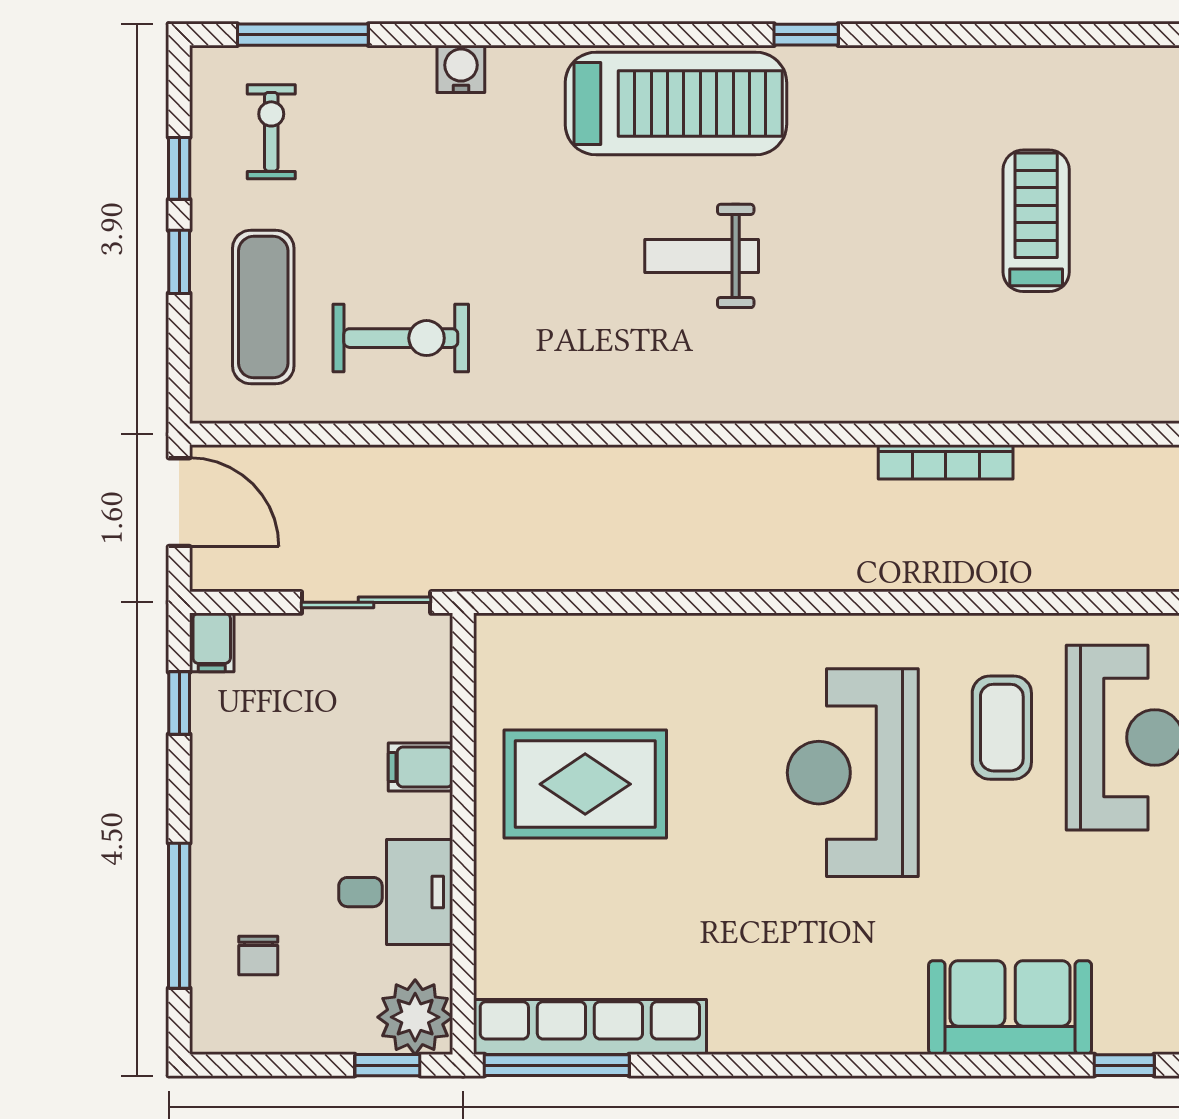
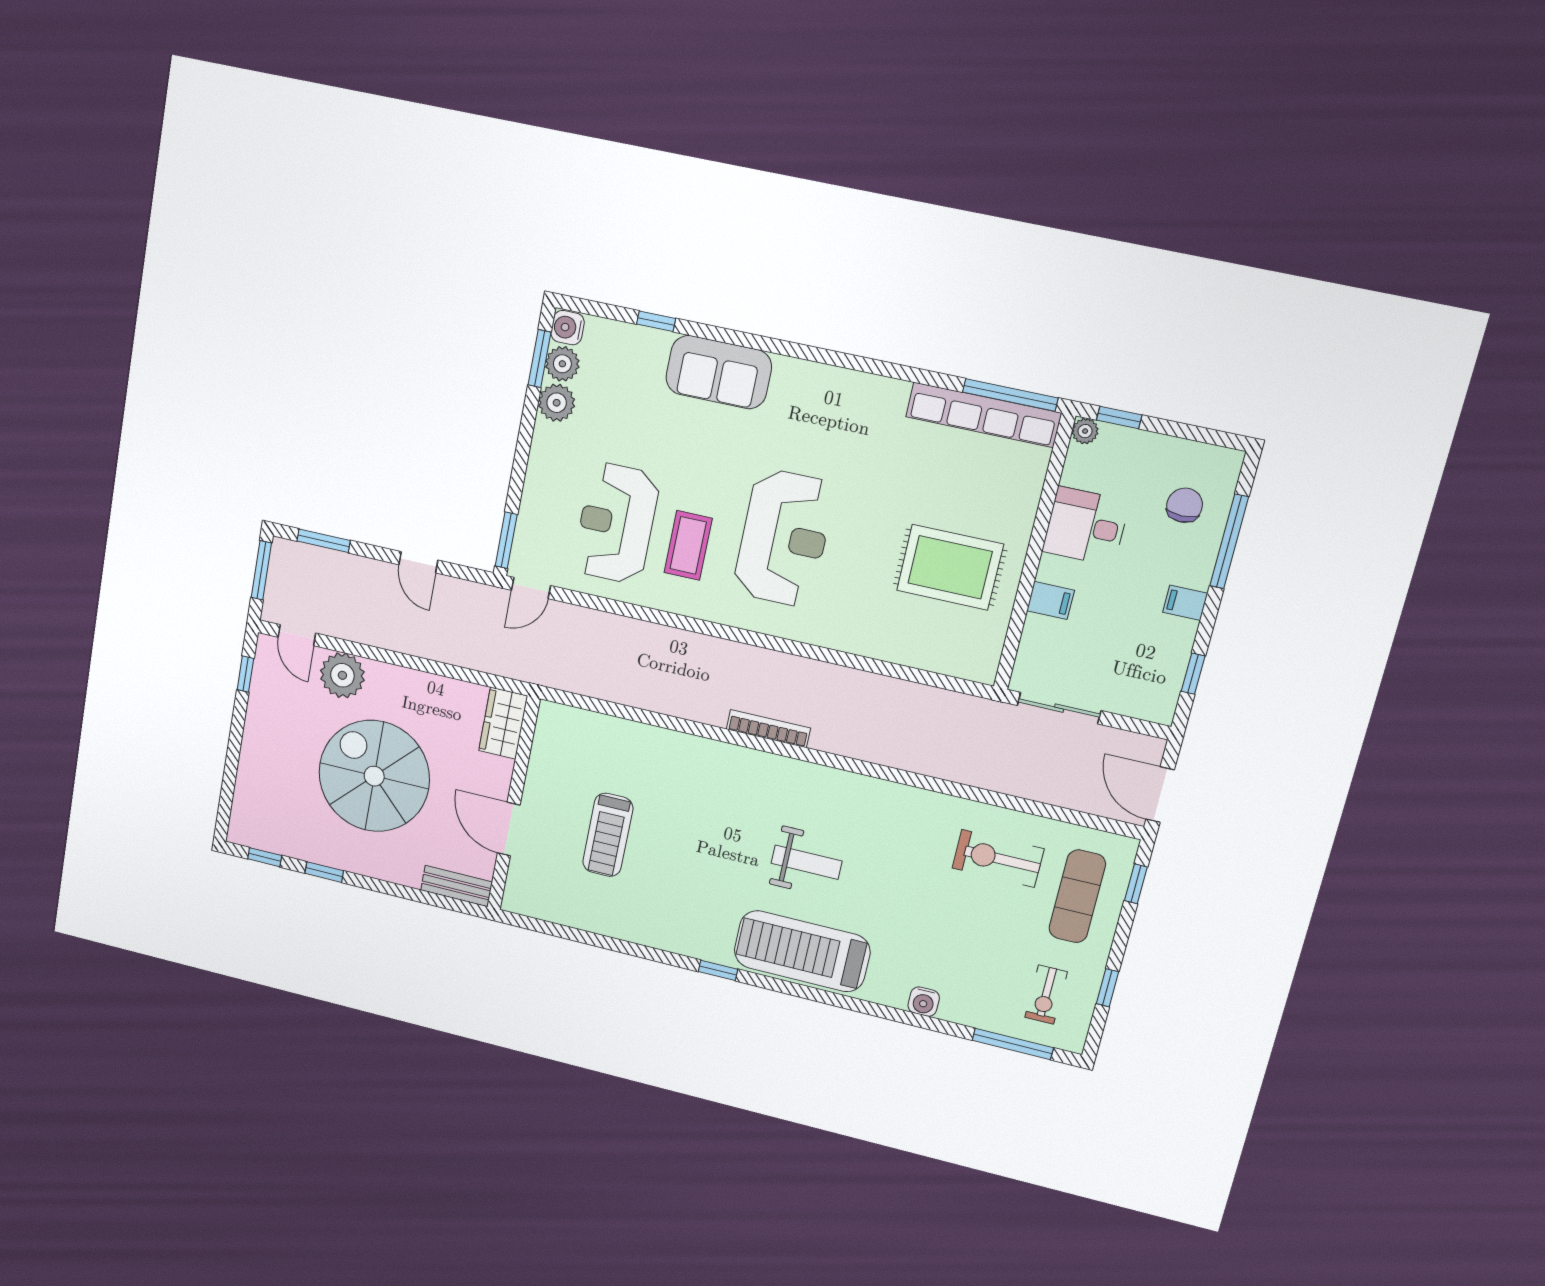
window: (179, 262) -> (1136, 884), moved
bookcase: (946, 462) -> (768, 729), moved
filing cabinet: (212, 642) -> (1185, 603), moved, turned -90
chair: (258, 955) -> (1185, 505), width x1.37, depth x1.37
plant: (415, 1017) -> (1085, 431), width x0.53, depth x0.53

